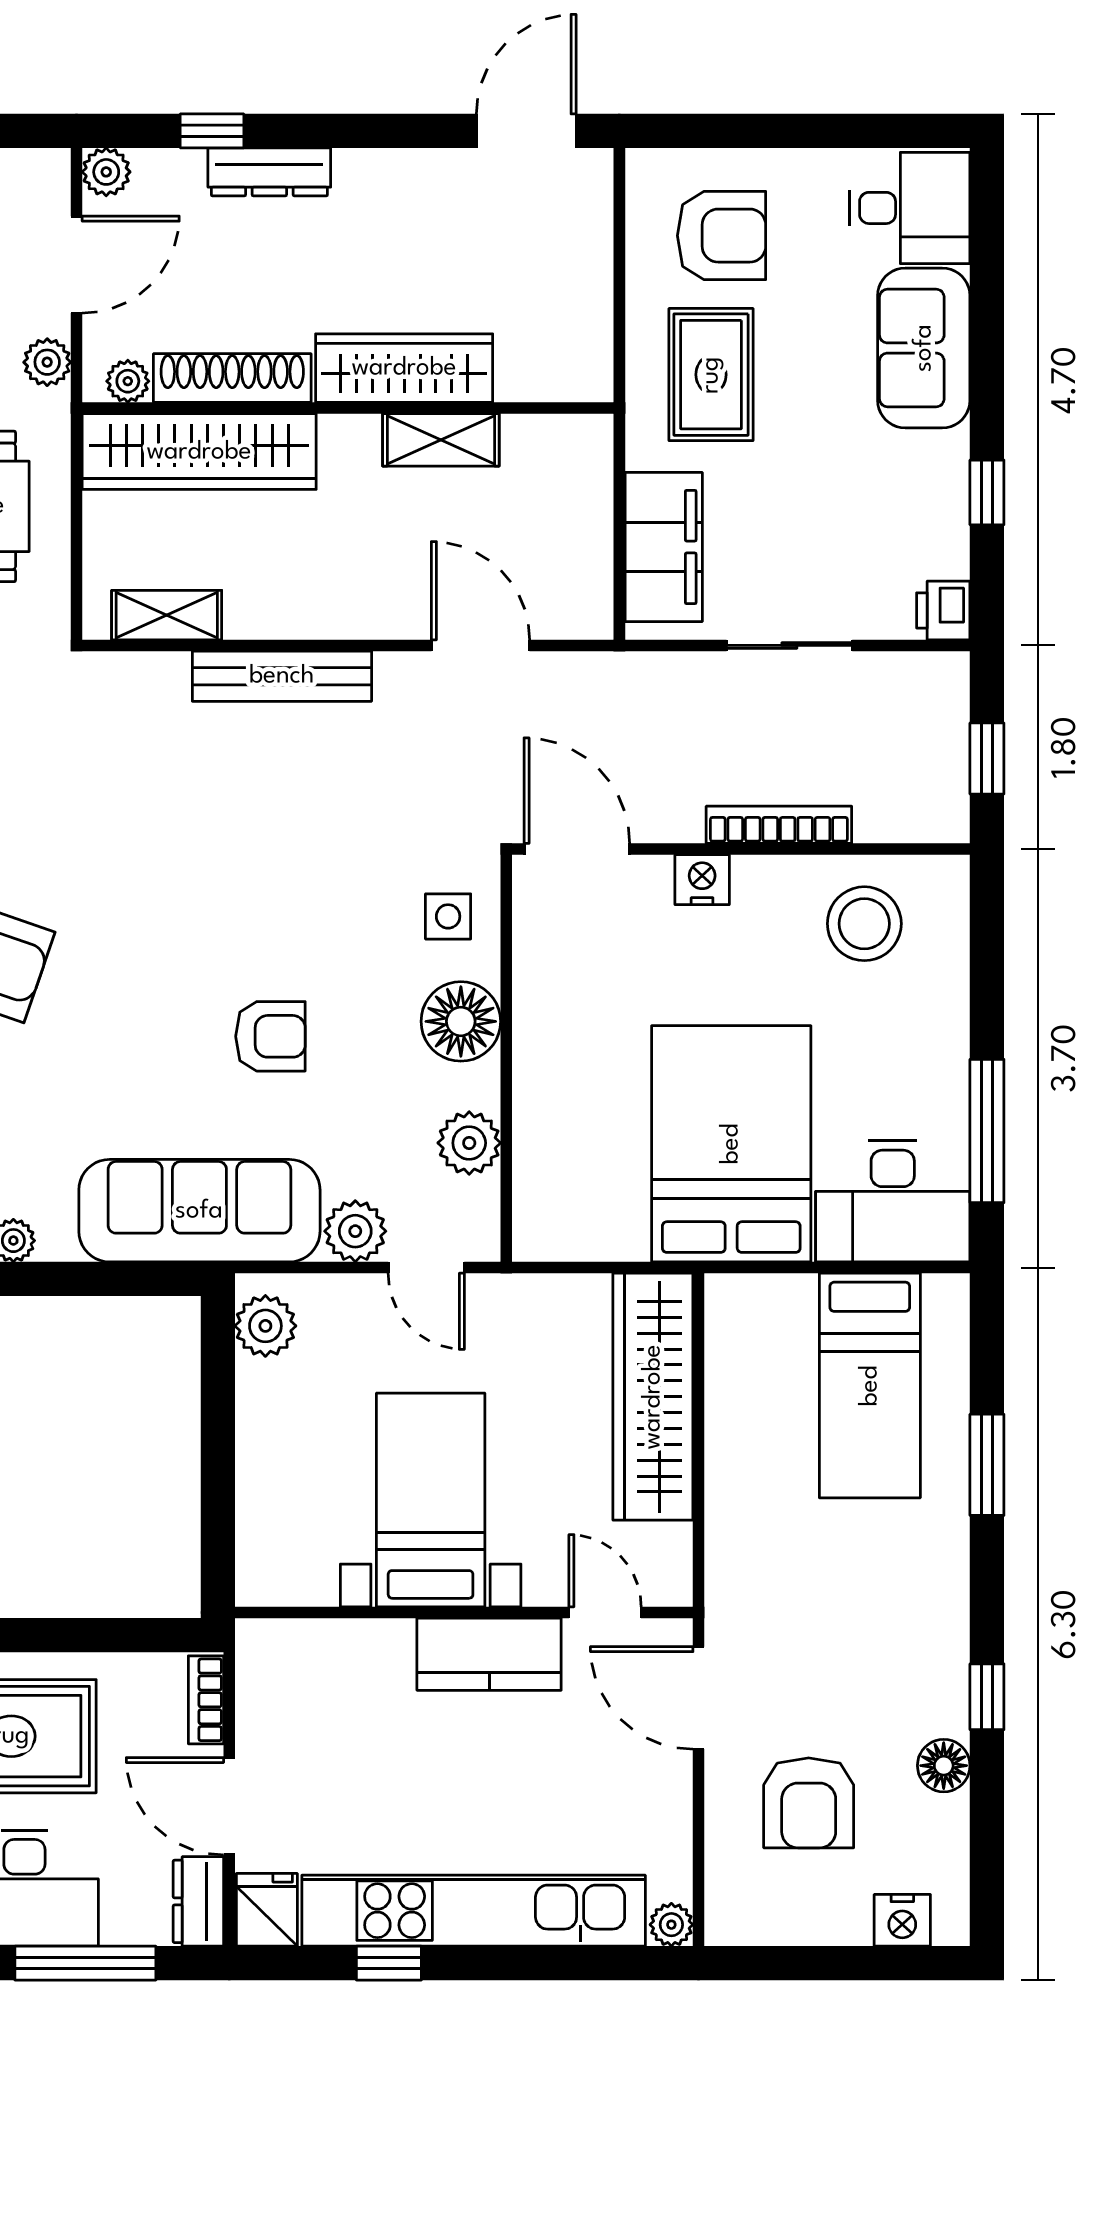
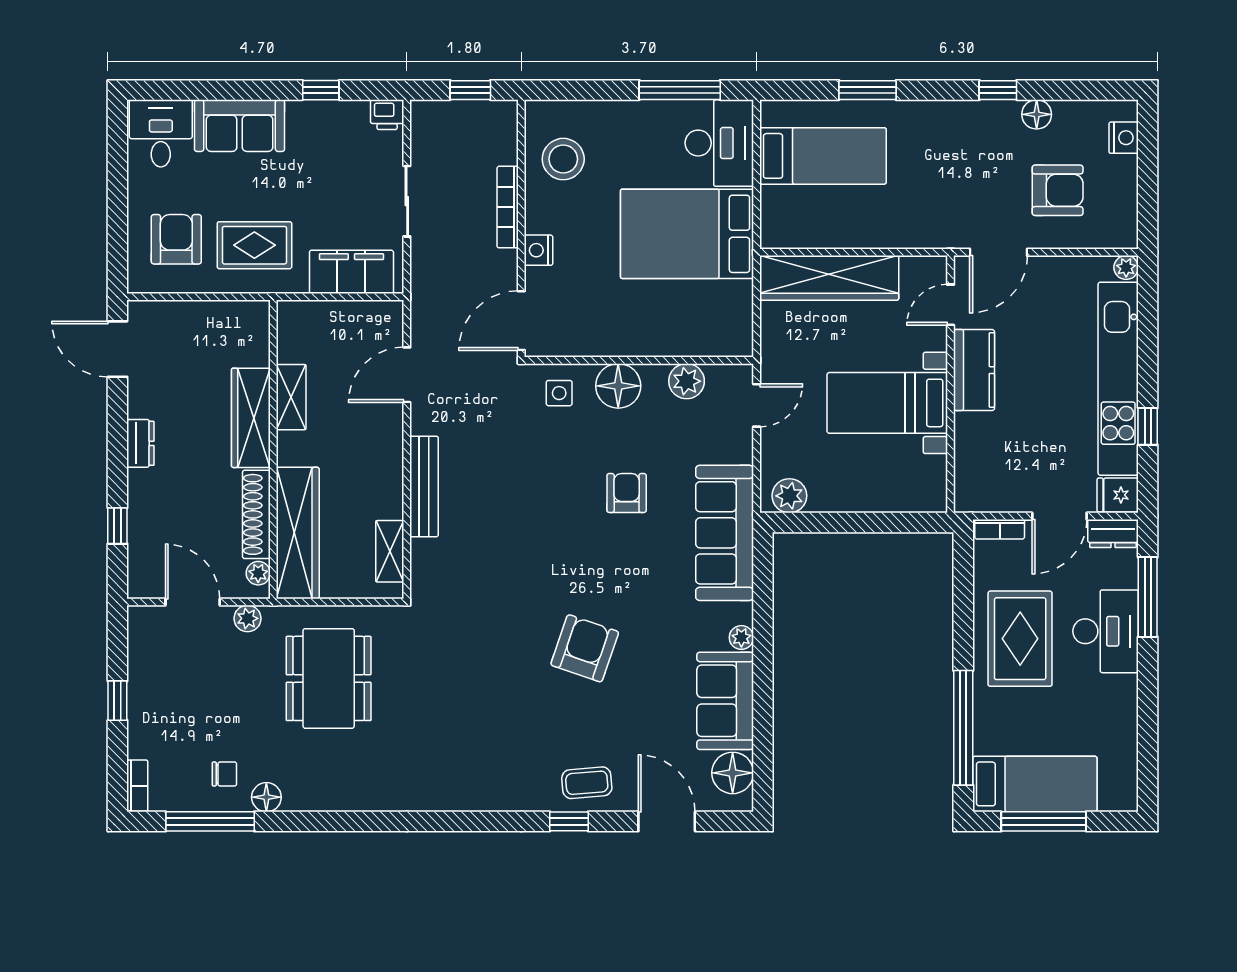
plant: (106, 172) -> (141, 585), removed
dresser: (269, 172) -> (140, 443), moved, width x0.70
plant: (355, 1231) -> (736, 445), removed

